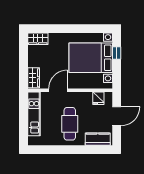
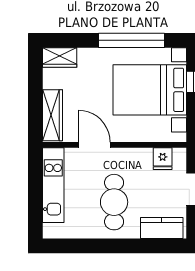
window: (80, 29) -> (132, 40), added
wardrobe: (34, 78) -> (53, 115), width x1.50
door: (58, 90) -> (94, 145), hinge flipped

